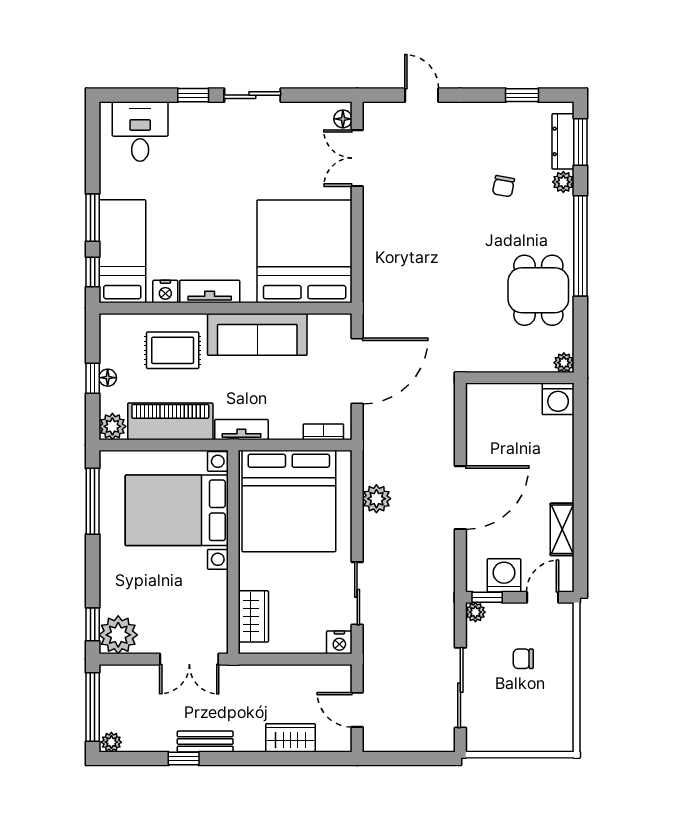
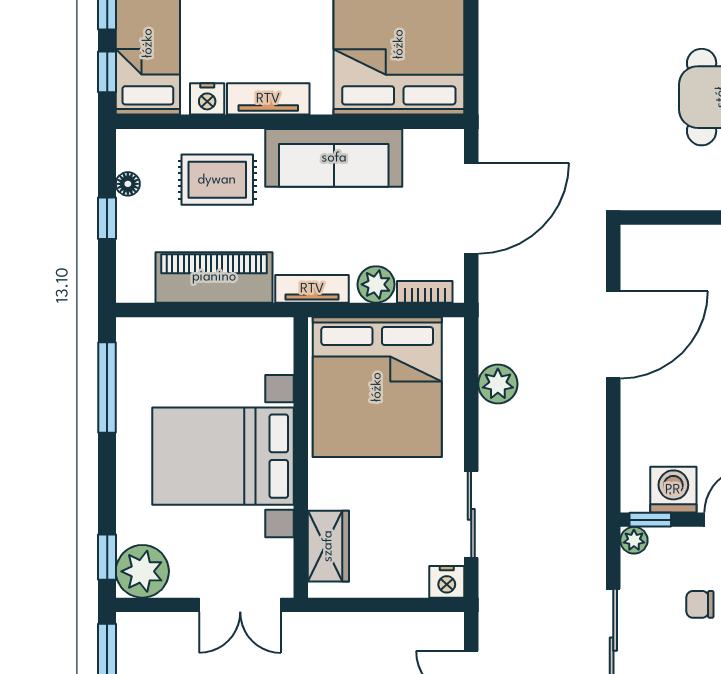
floor lamp: (108, 378) -> (128, 184), moved
plant: (112, 426) -> (376, 284), moved
door: (460, 498) -> (613, 335), moved
bed with nightstands: (177, 510) -> (223, 456), moved

